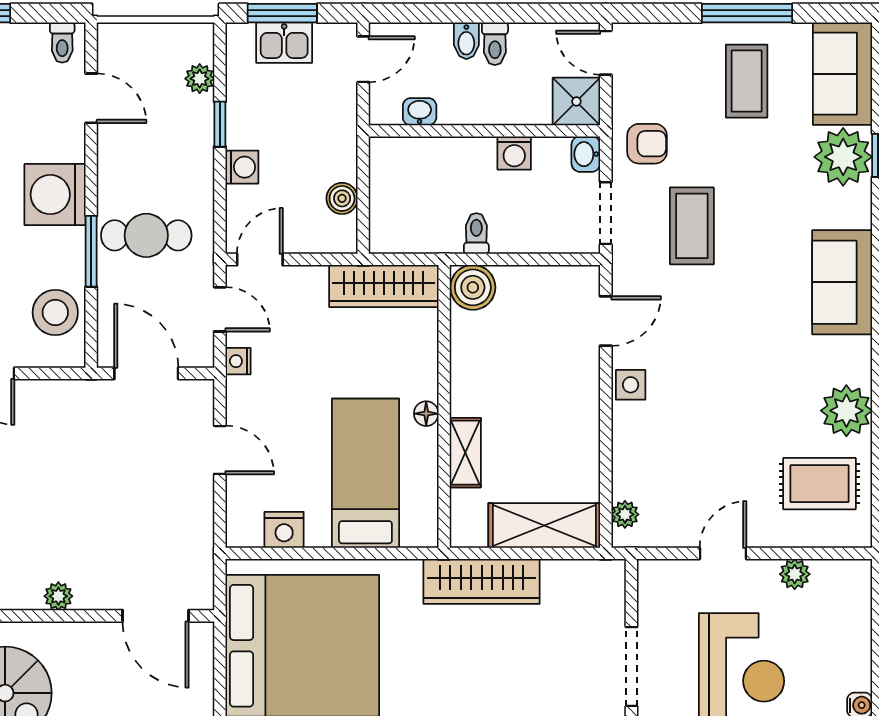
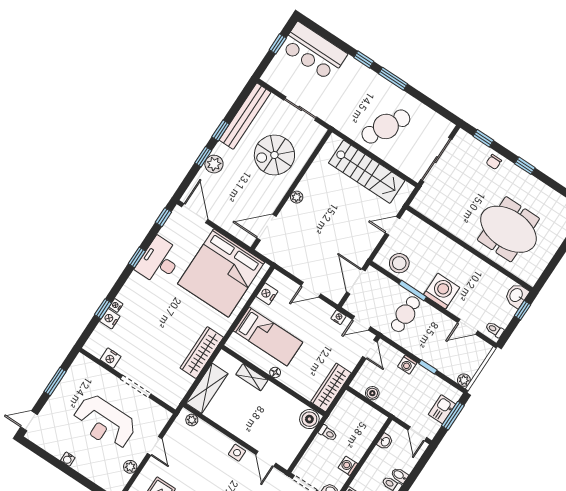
plant: (200, 79) -> (464, 380), moved
door: (146, 373) -> (356, 281), swing flipped

